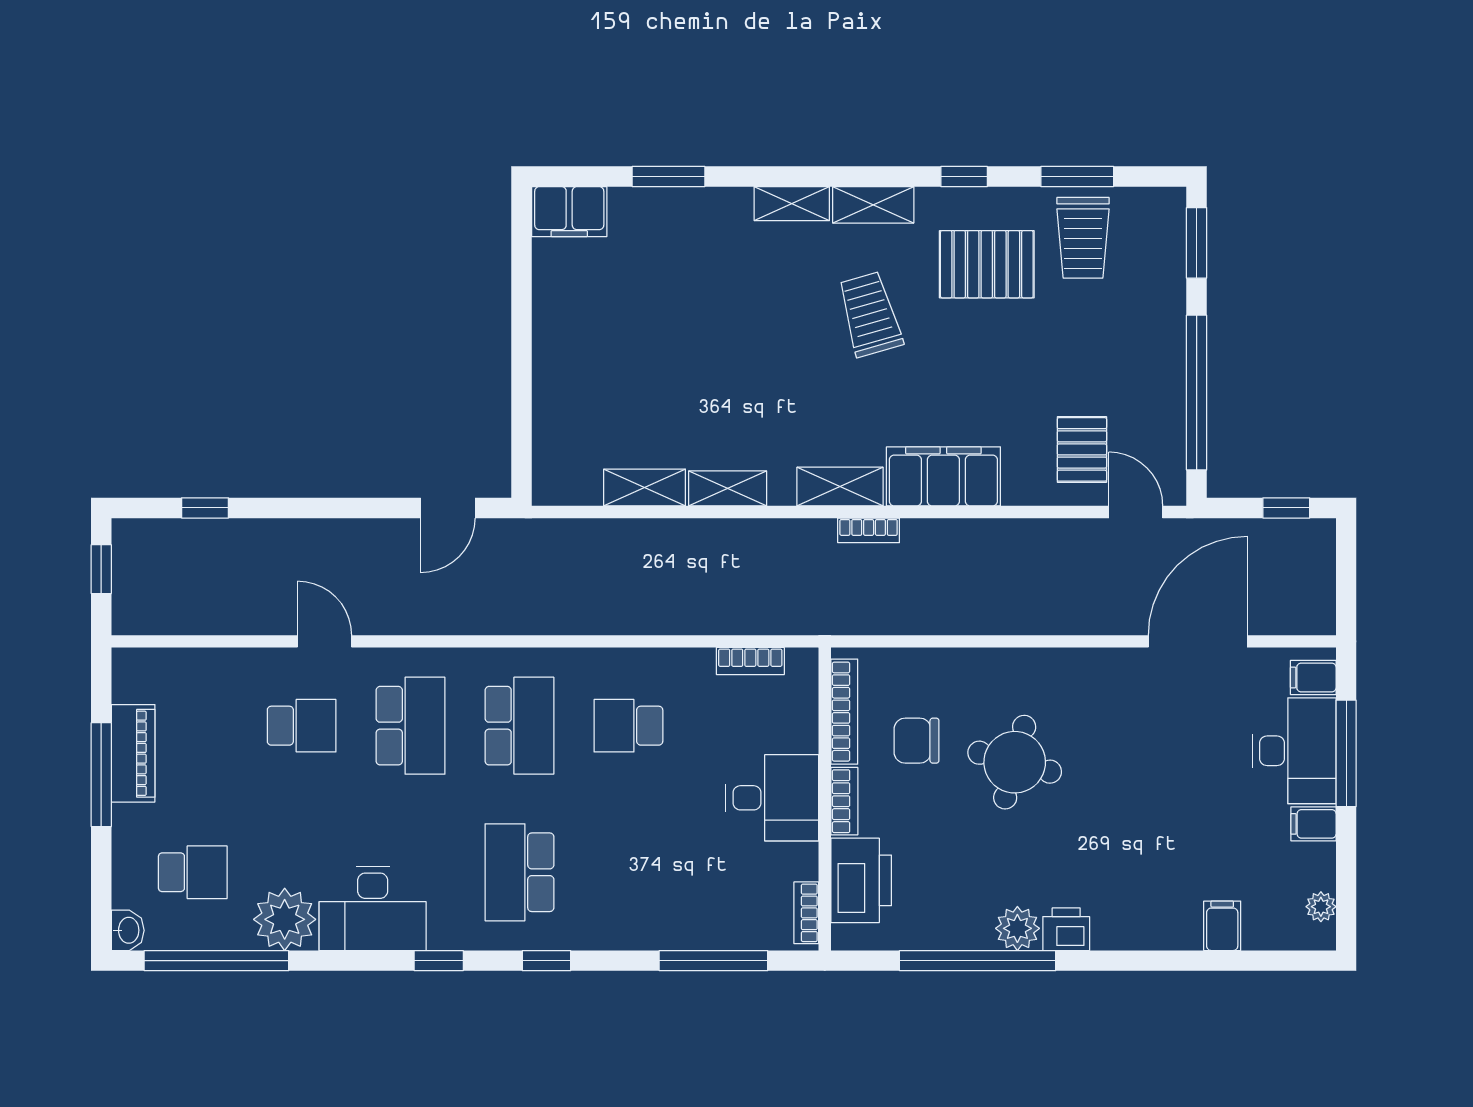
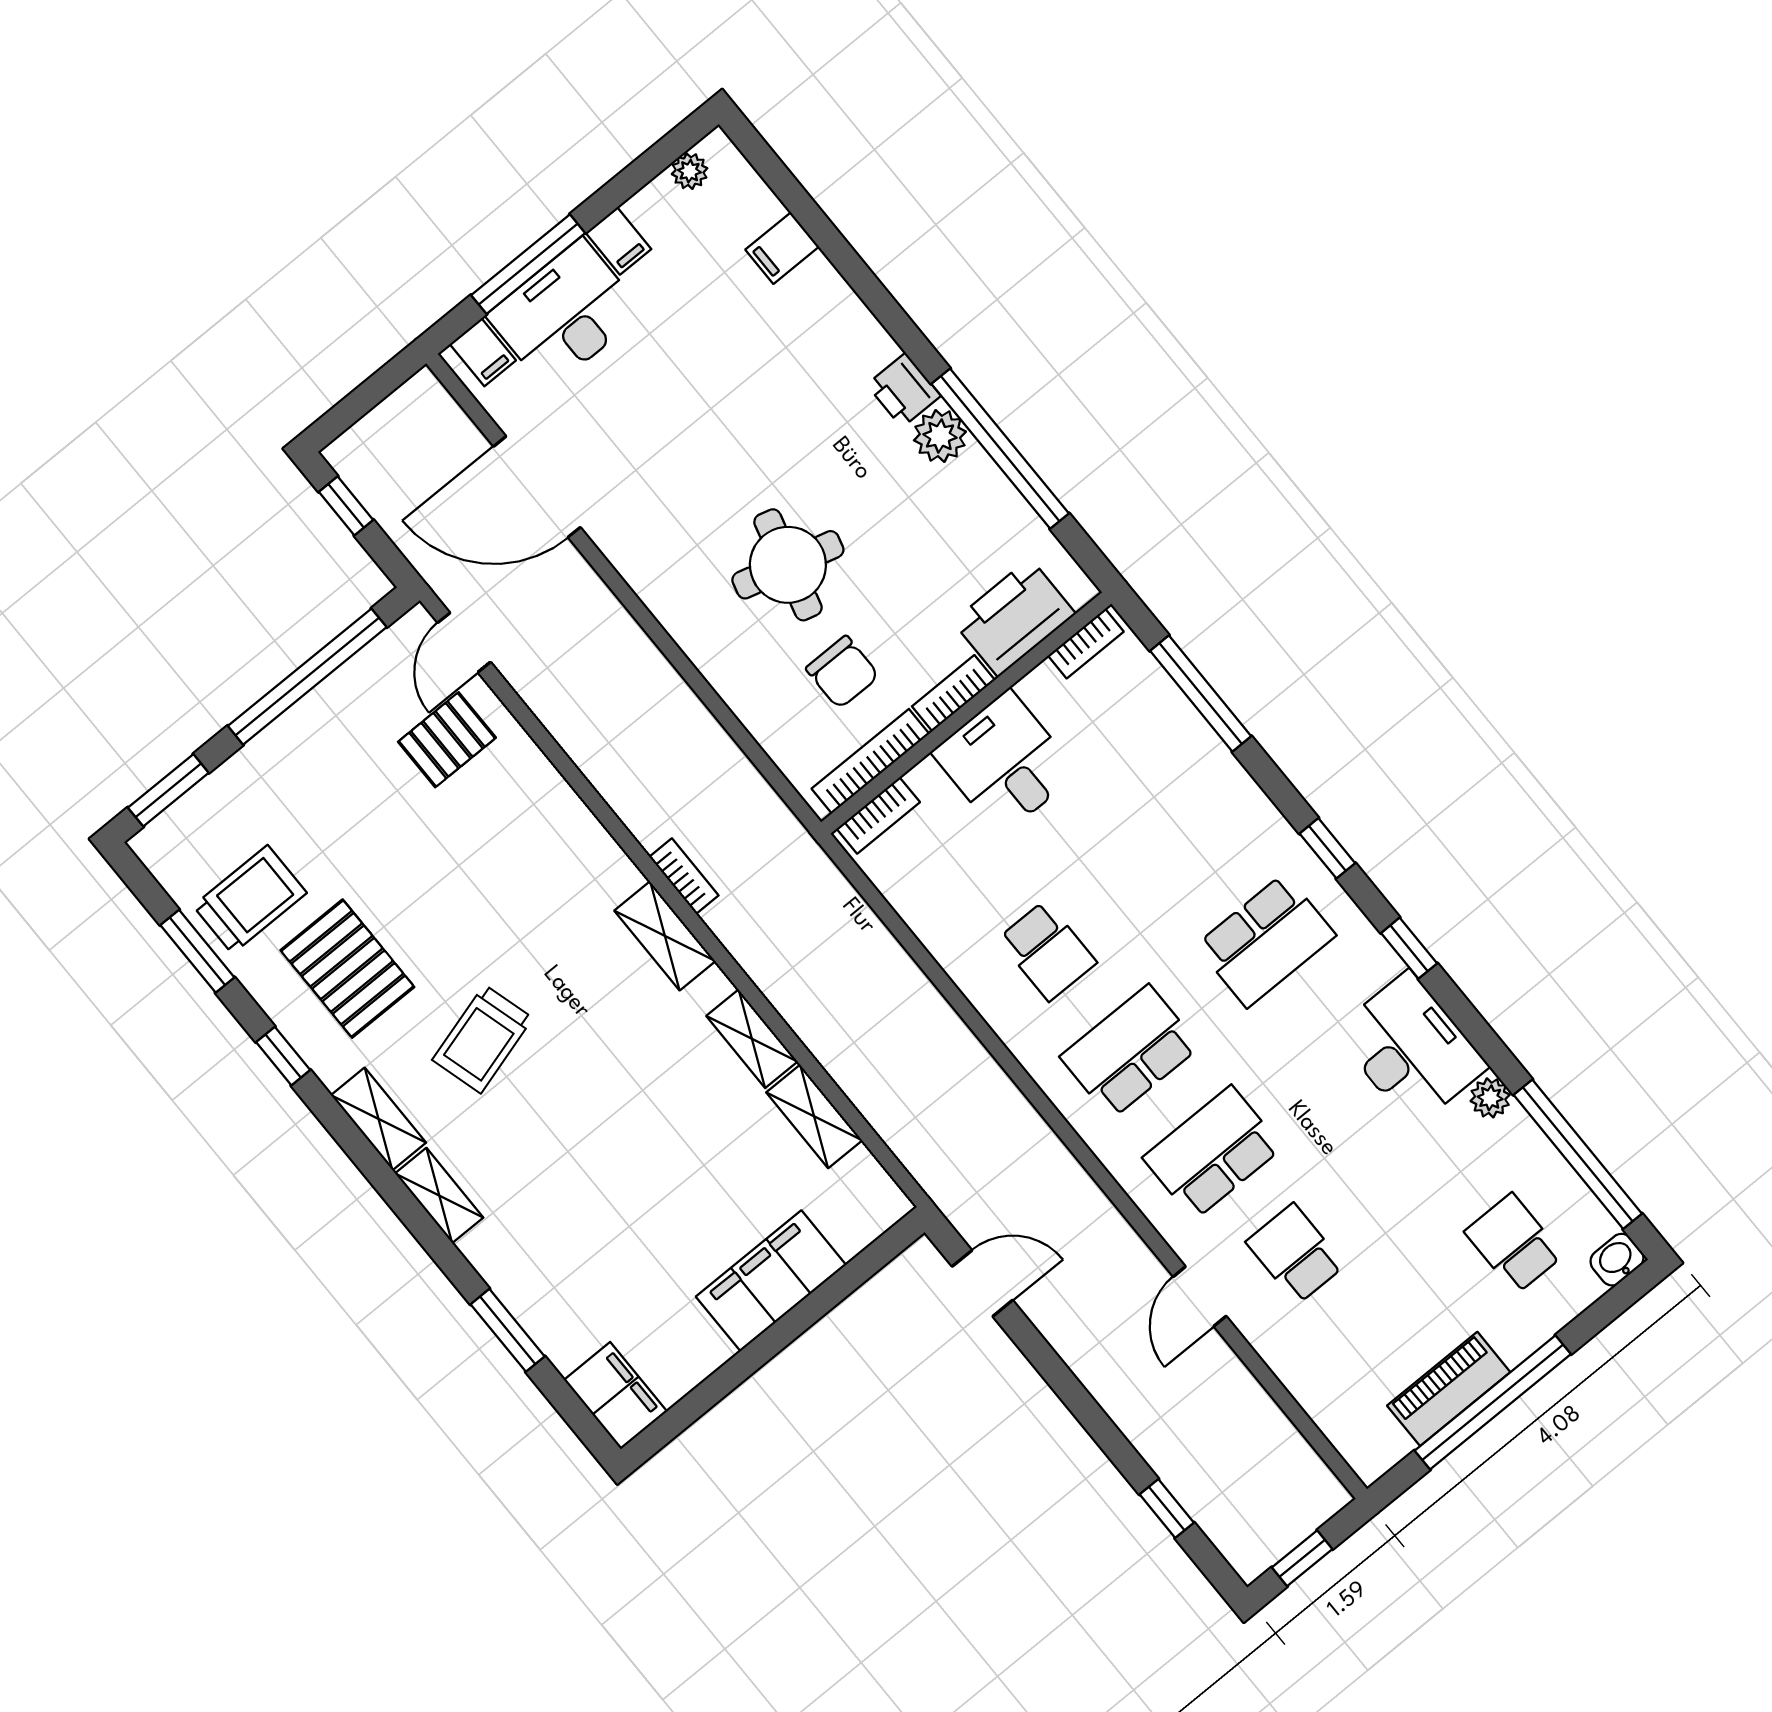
filing cabinet: (943, 476) -> (771, 1281), moved, turned 90
bookcase: (750, 661) -> (878, 815), moved, turned 90
window: (101, 775) -> (1493, 1402), width x1.46
plant: (285, 919) -> (1490, 1098), width x0.53, depth x0.53

